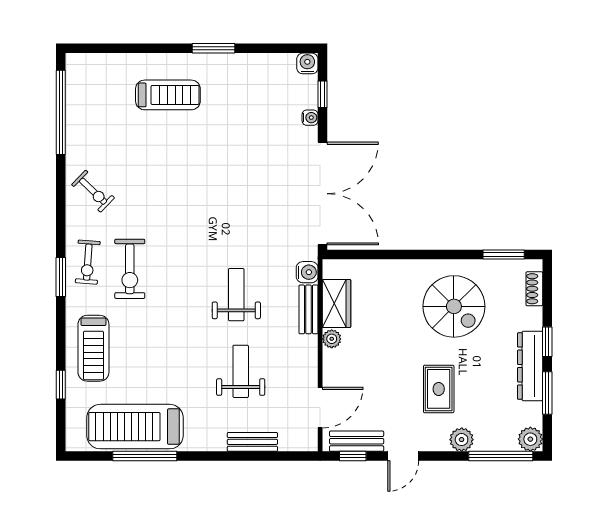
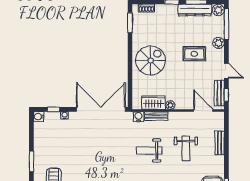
spiral stairs: (454, 306) -> (151, 60), moved
dresser: (530, 366) -> (195, 10), moved
weight bench: (241, 371) -> (186, 148), turned -90

